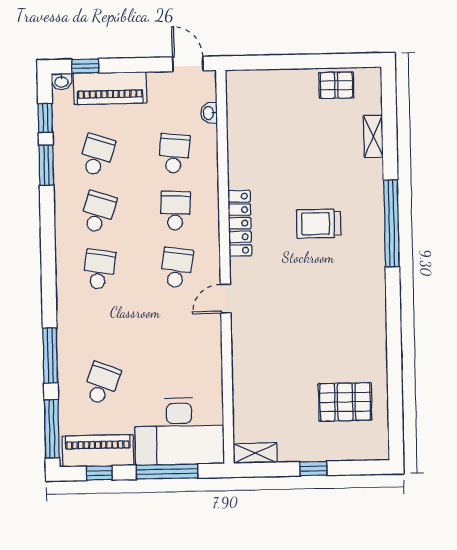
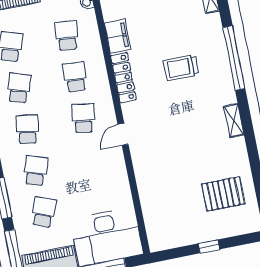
filing cabinet: (241, 167) -> (117, 36), added
school desk: (100, 326) -> (36, 171), added
shelving: (255, 453) -> (234, 121), moved, turned 90

